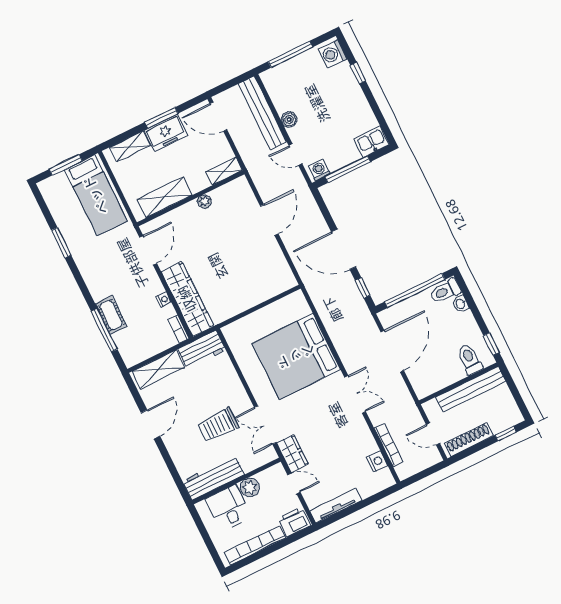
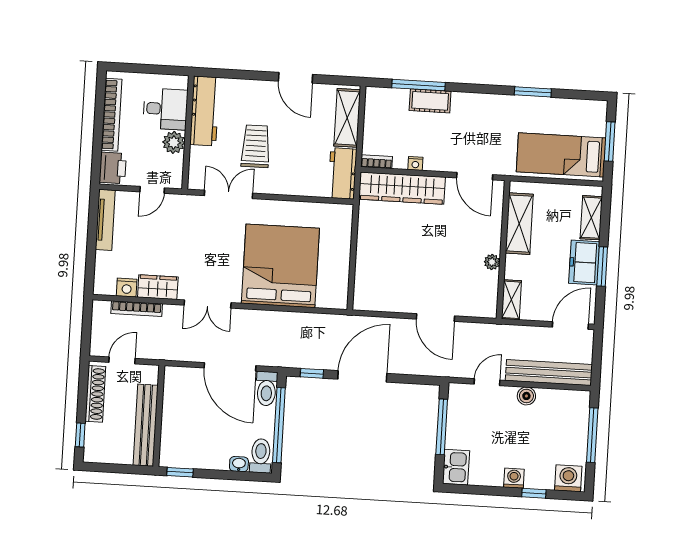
washing machine: (319, 170) -> (514, 478), moved, turned -90
toilet: (470, 359) -> (267, 389), moved, turned 90
wardrobe: (292, 454) -> (158, 287), moved, turned 180

